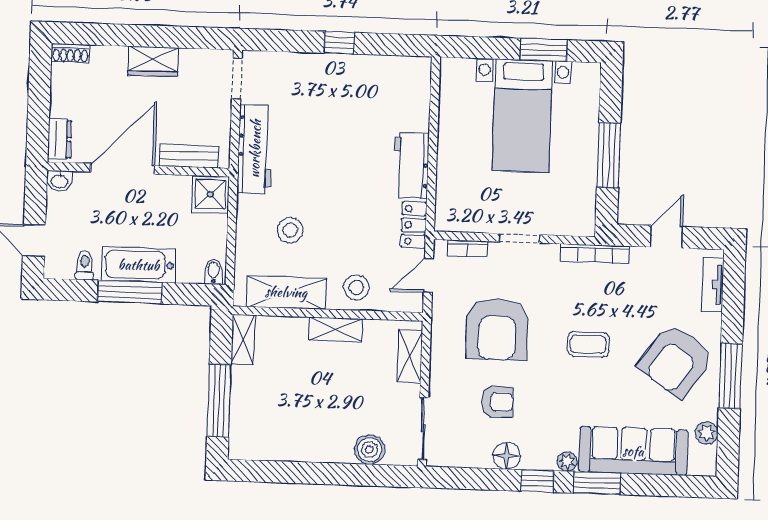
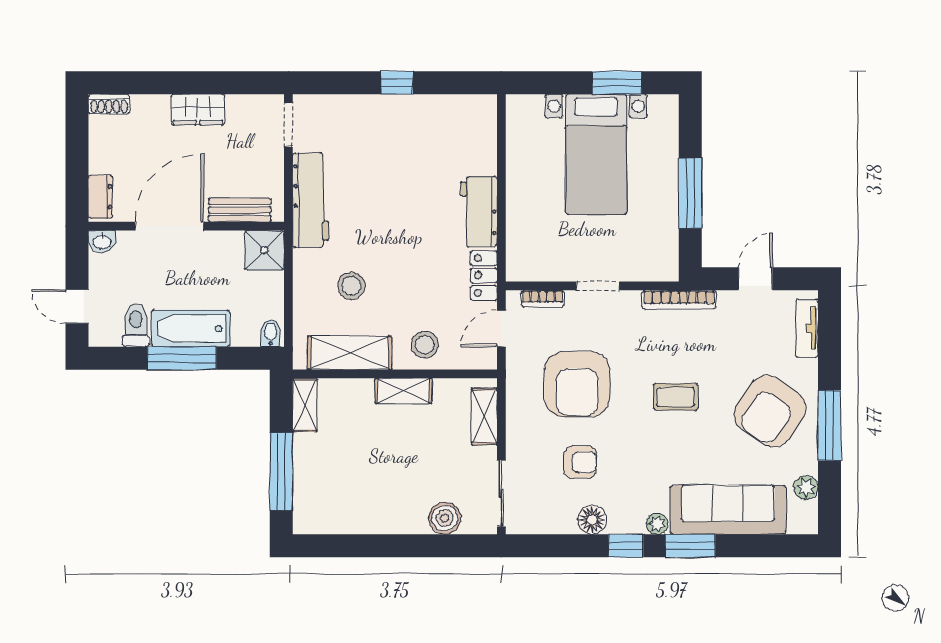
toilet: (85, 265) -> (136, 325), width x1.37, depth x1.39

